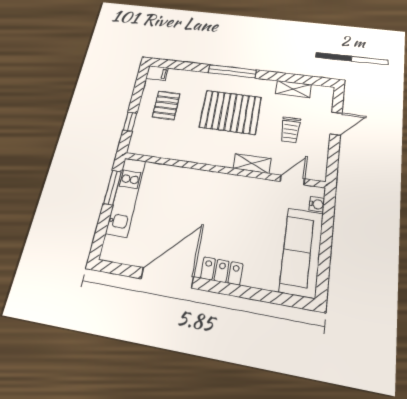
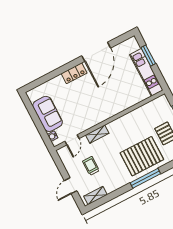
shelving: (293, 89) -> (96, 196), moved
pallet: (230, 112) -> (142, 156), moved
window: (113, 188) -> (148, 56), moved
sofa: (302, 252) -> (48, 114), width x0.73

